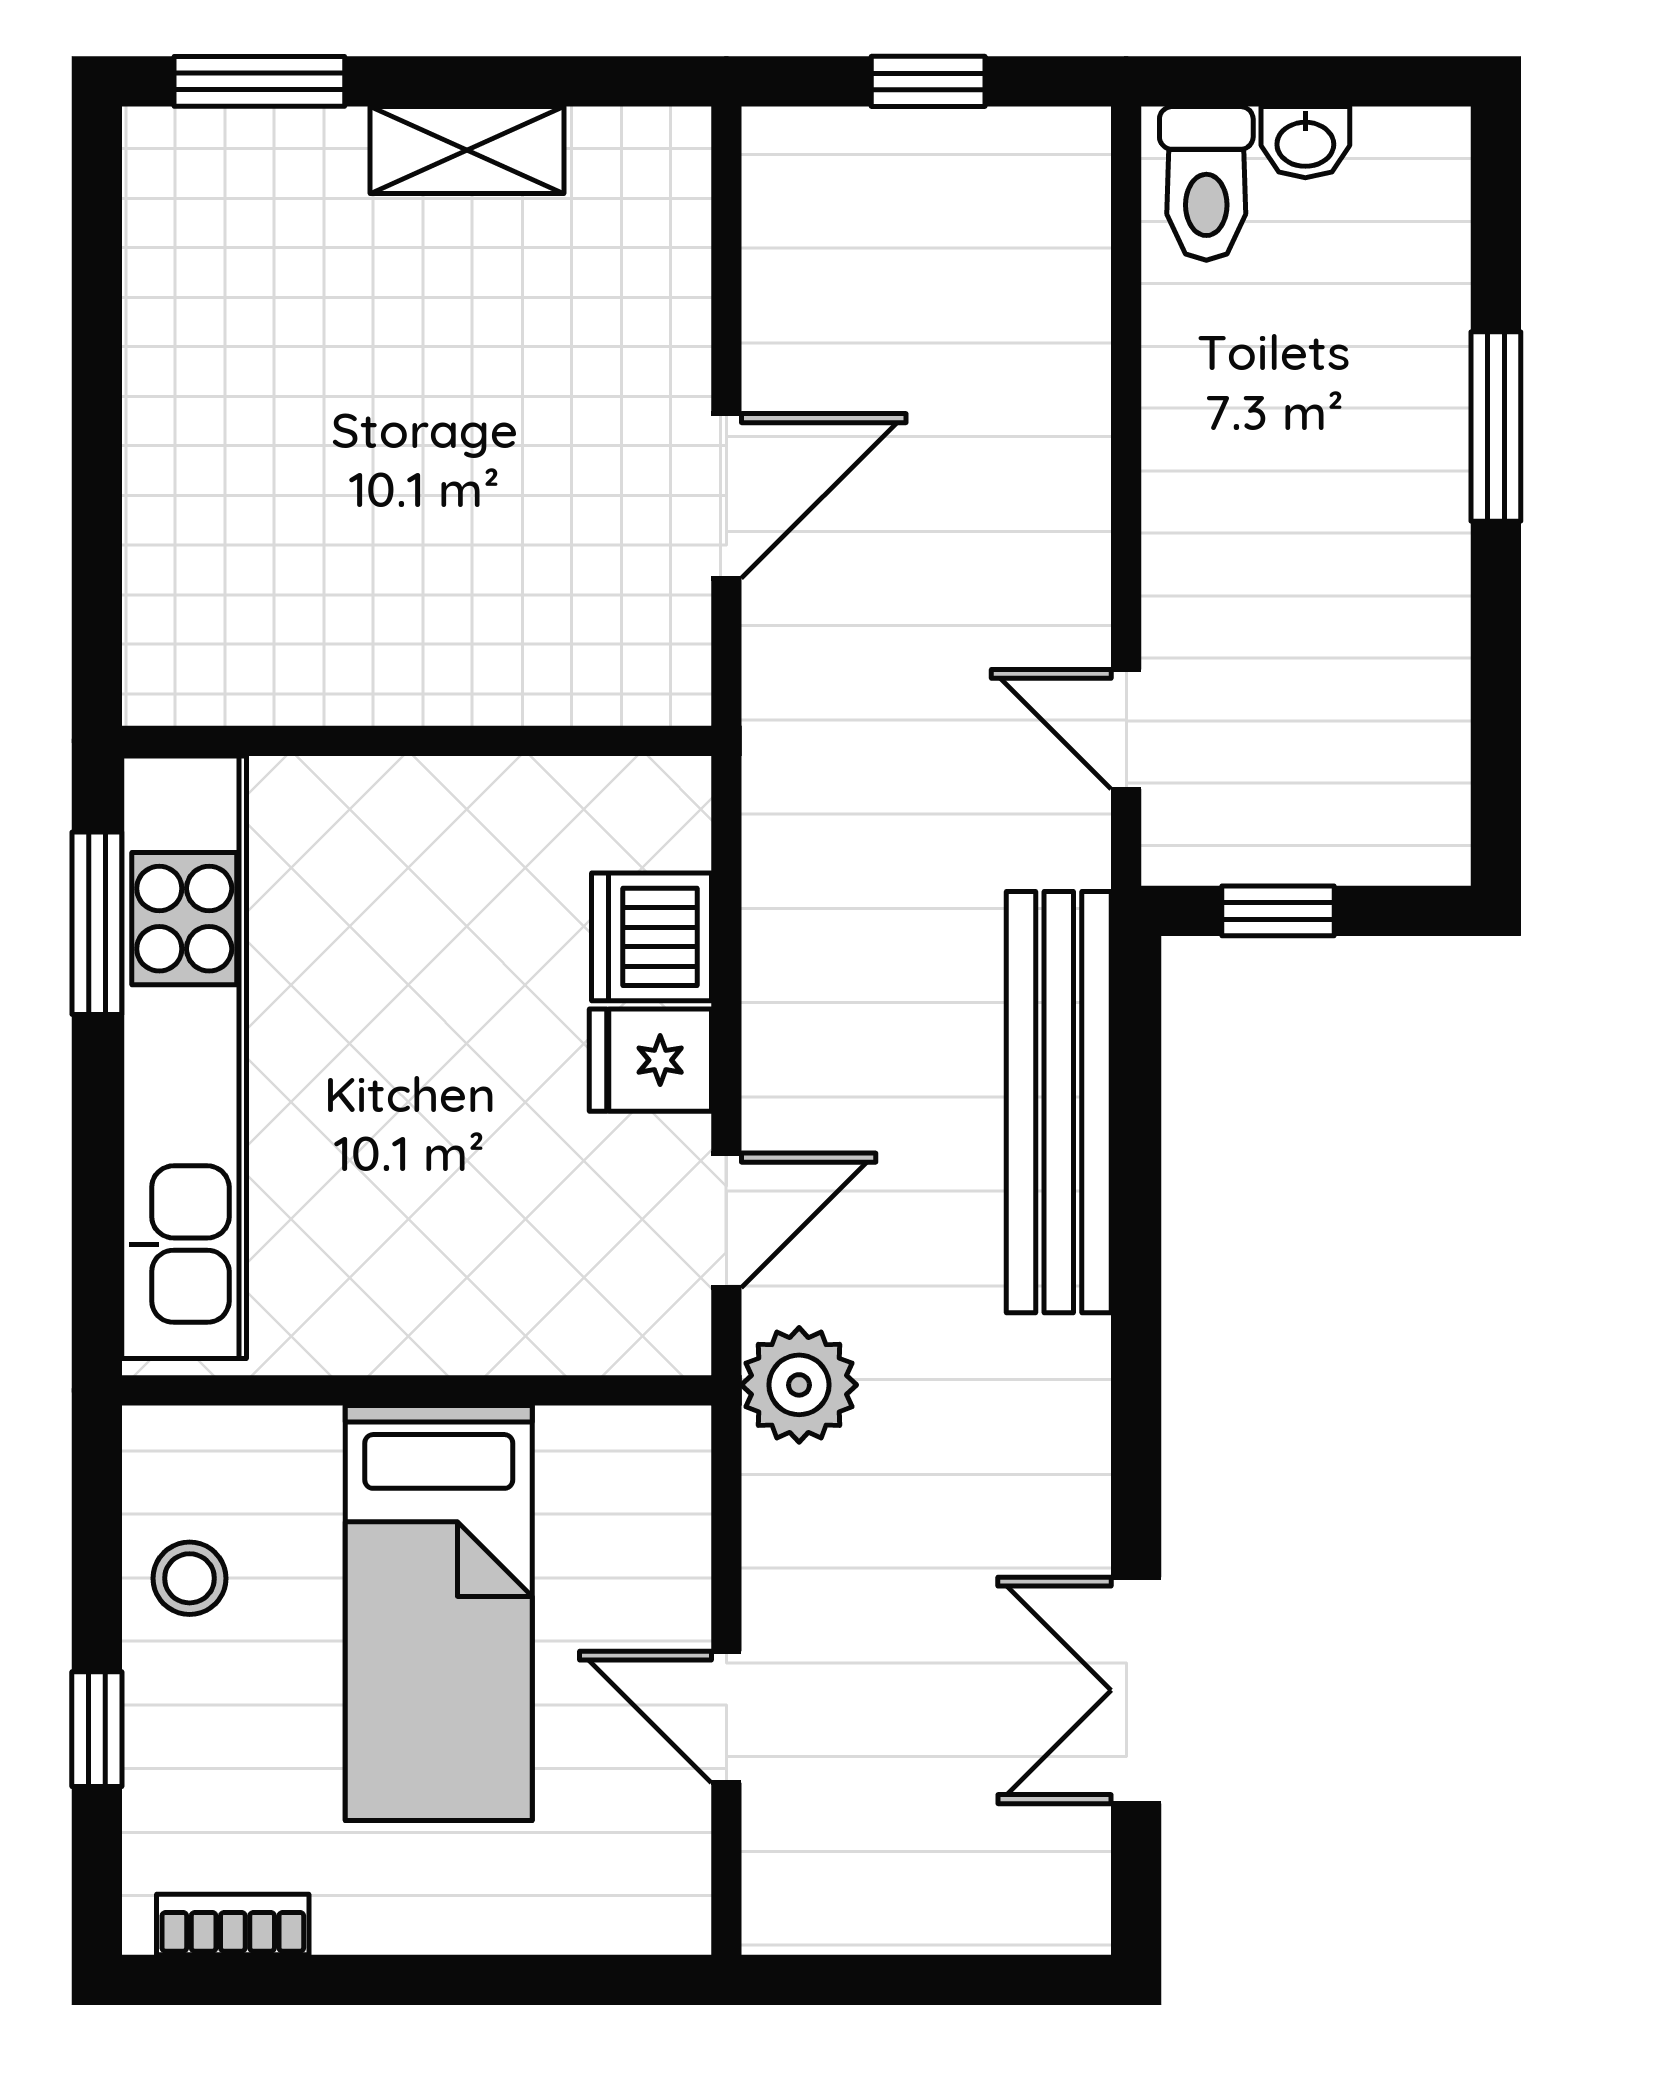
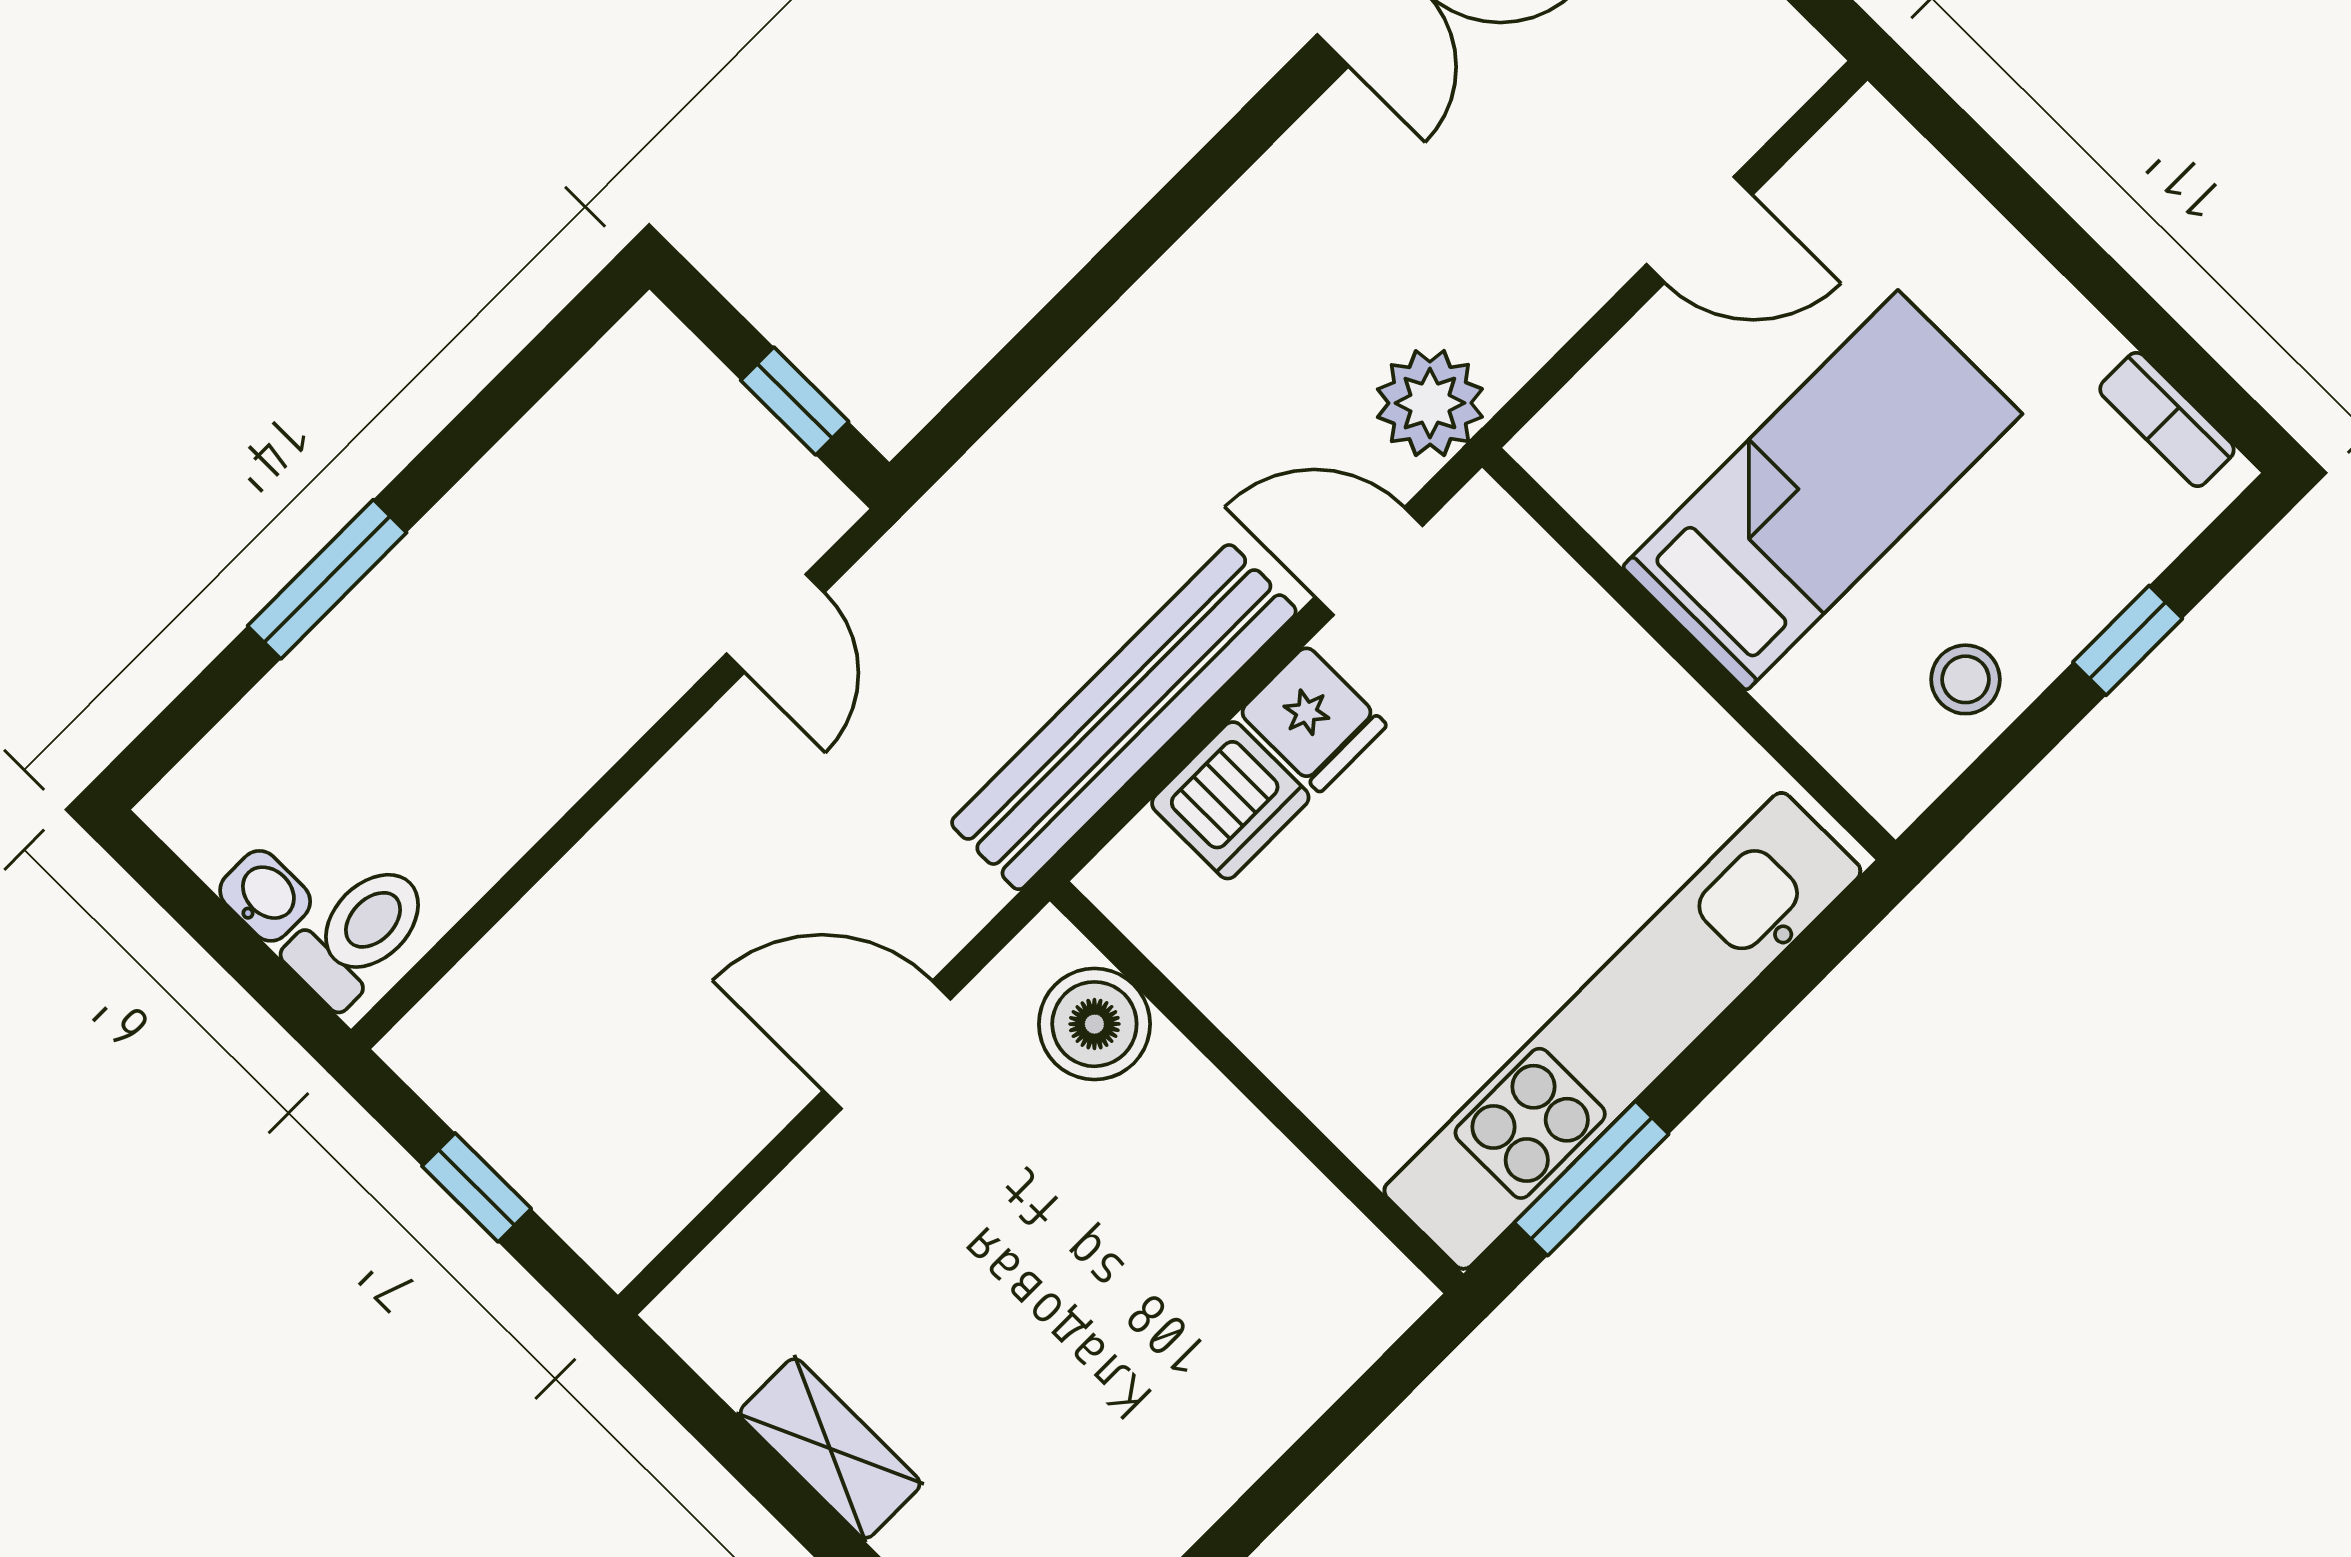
boiler: (586, 667) -> (1094, 1024), added
bench: (1059, 1102) -> (1124, 717), moved
door: (726, 1717) -> (1699, 230), hinge flipped

